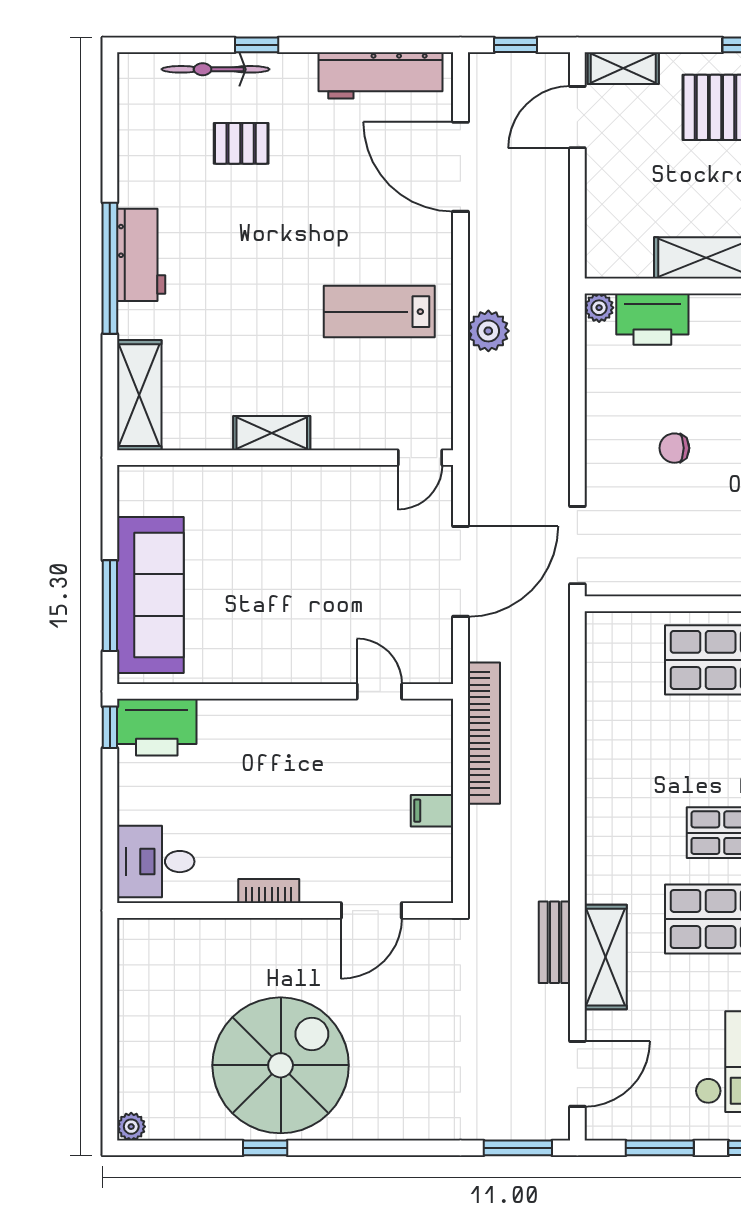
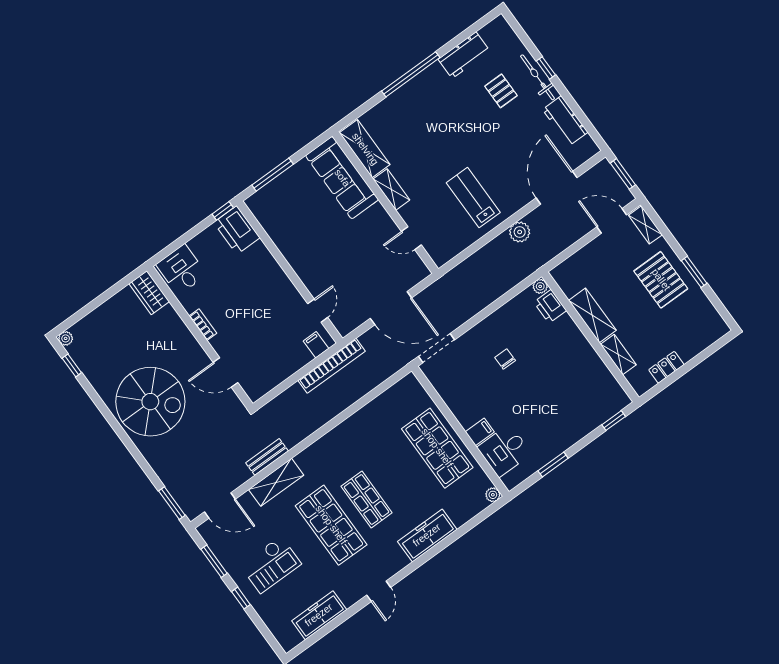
window: (516, 45) -> (623, 174), width x1.50
bicycle: (216, 69) -> (537, 77), moved
workbench: (381, 75) -> (565, 121), width x0.73
workbench: (141, 255) -> (464, 55), moved
printer: (652, 319) -> (550, 306), width x0.73, depth x0.84
plant: (488, 331) -> (520, 232), moved
shelving: (139, 395) -> (365, 149), moved, turned 90
door: (420, 458) -> (411, 238), moved
sofa: (150, 595) -> (342, 178), moved, turned 90
filing cabinet: (432, 811) -> (316, 345), moved
wardrobe: (155, 940) -> (149, 293), added
spiral stairs: (281, 1065) -> (150, 402), moved
window: (265, 1148) -> (72, 365), moved

